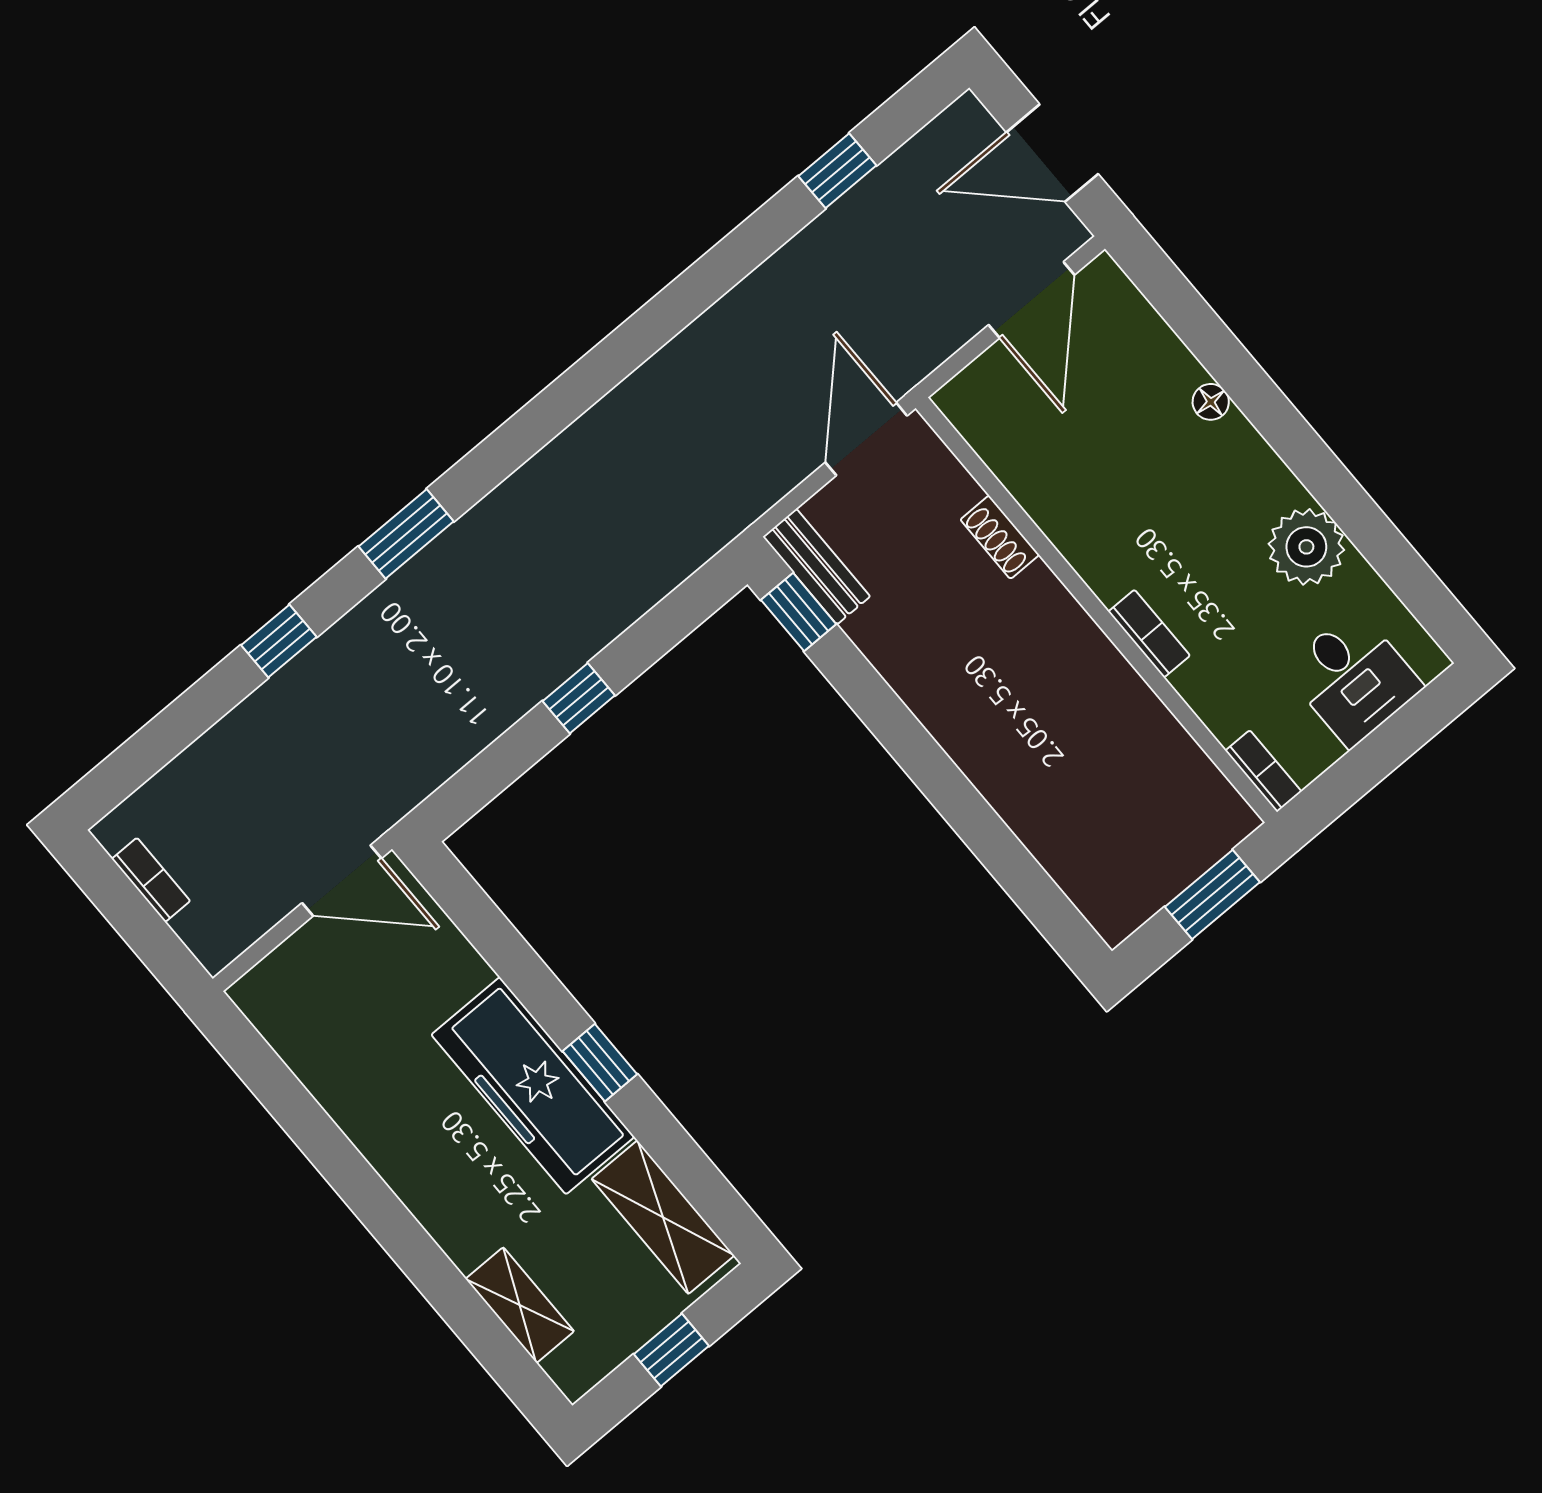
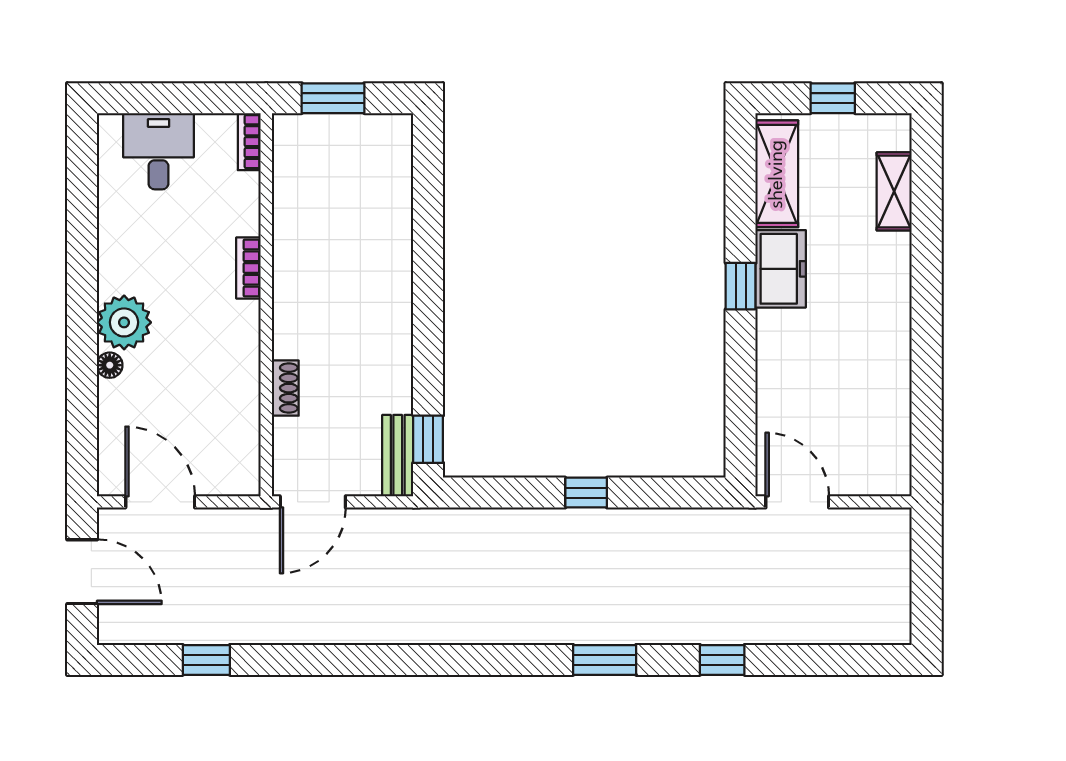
door: (1031, 300) -> (160, 502), hinge flipped
plant: (1306, 547) -> (124, 322), moved
bookcase: (151, 880) -> (900, 589), removed
freezer: (533, 1086) -> (781, 269), width x0.52, depth x0.79

